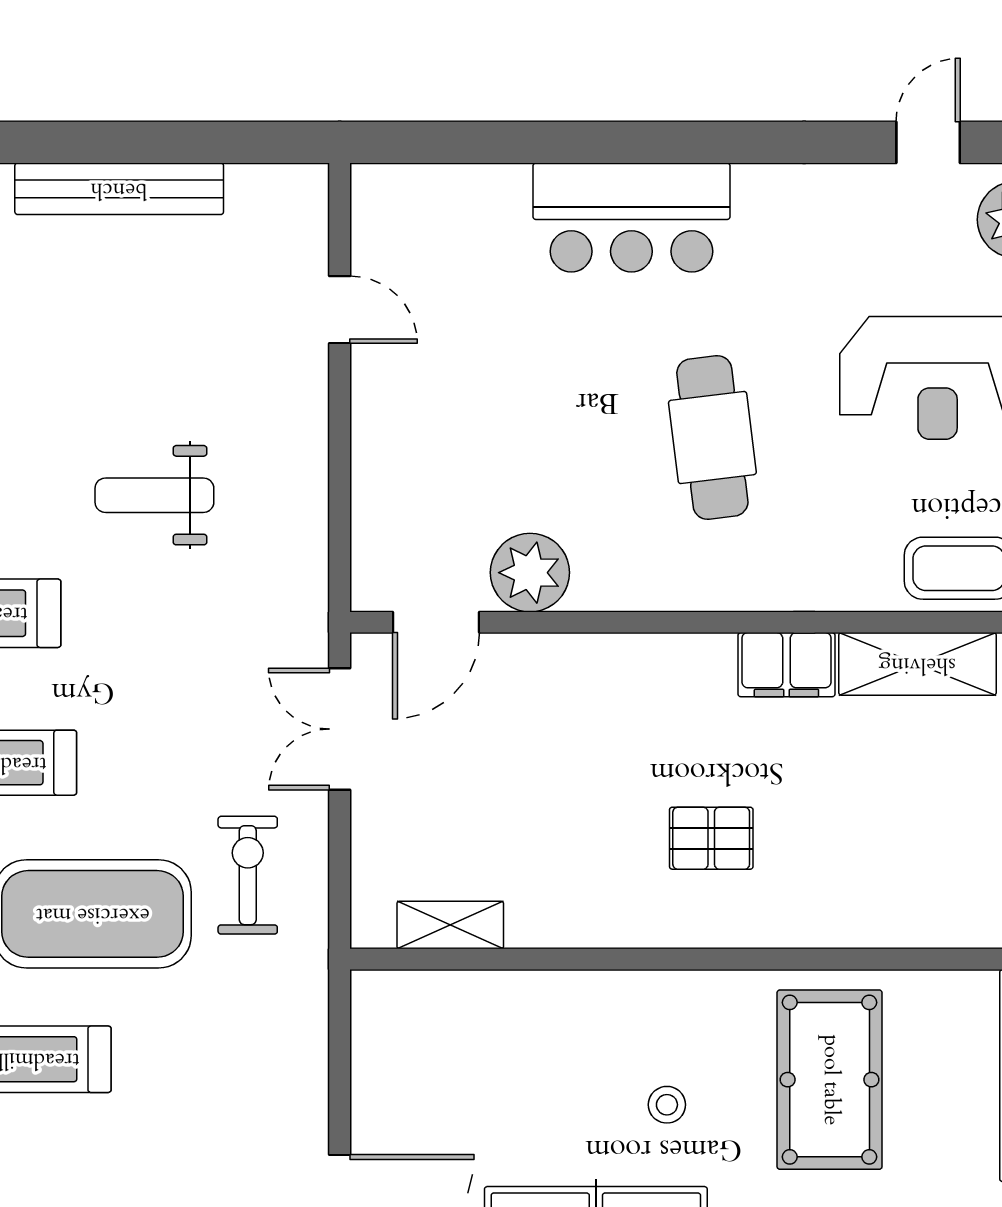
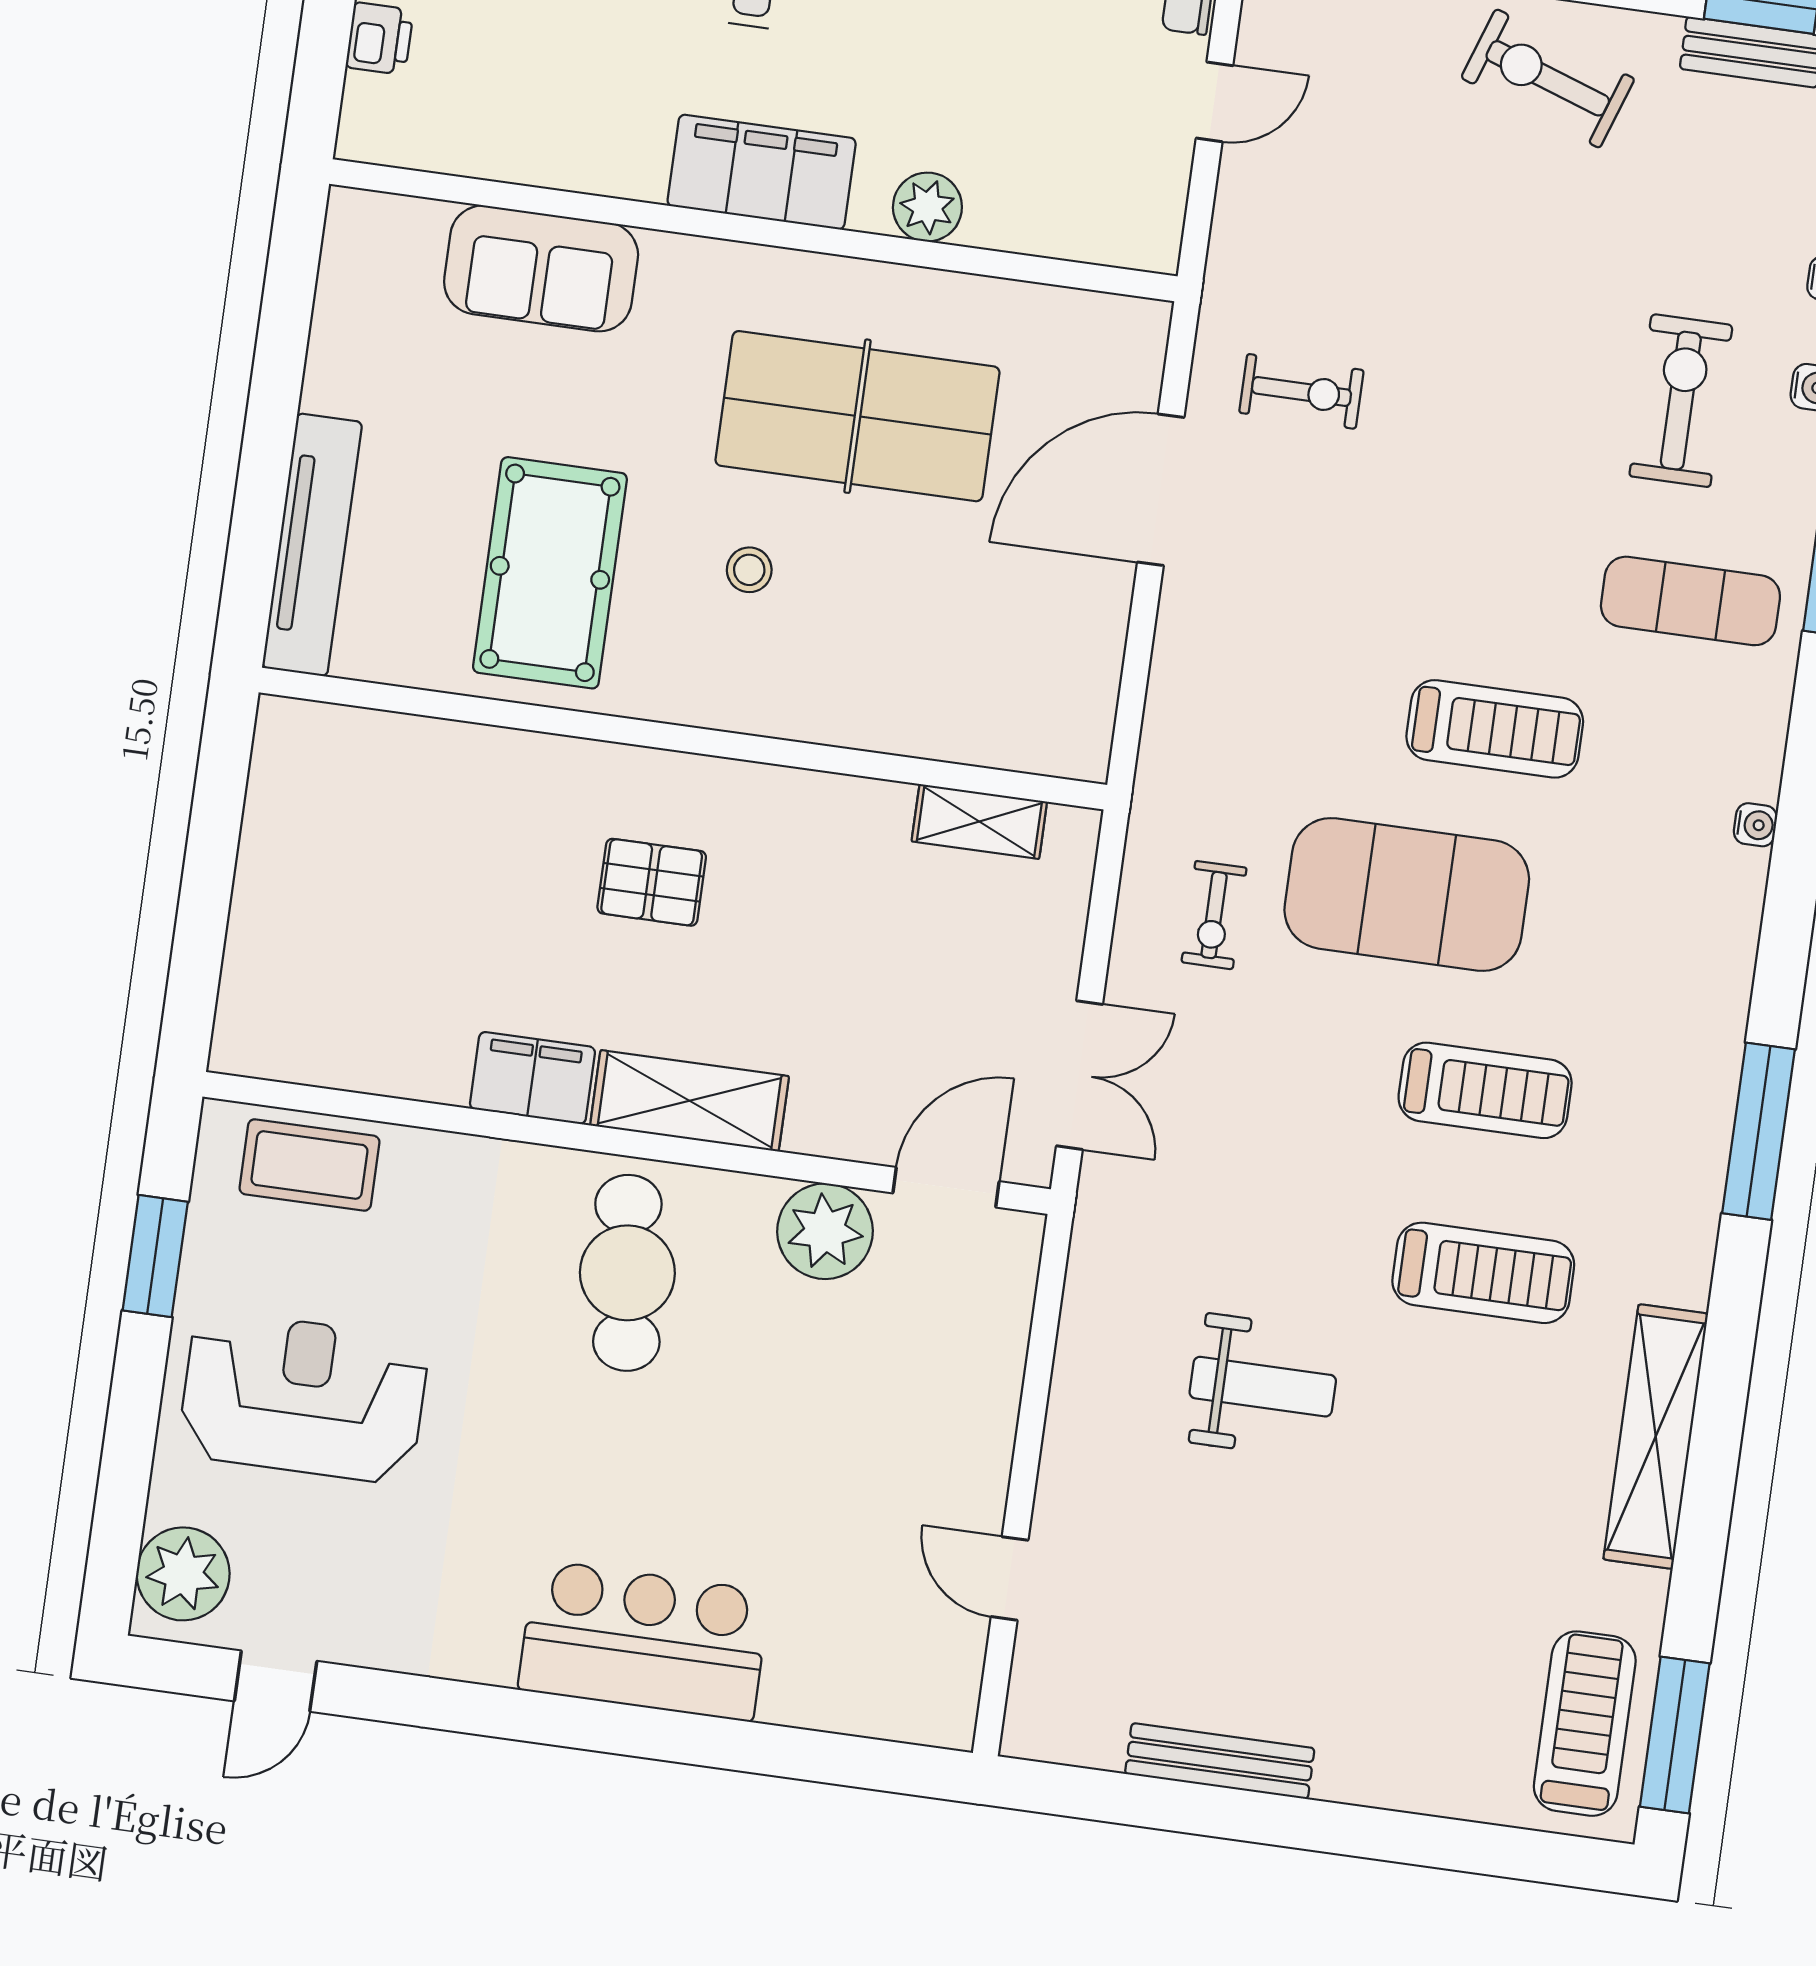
bench: (119, 189) -> (1220, 1761), width x0.73, depth x0.82
cafe table: (712, 437) -> (627, 1273), moved
shelving: (917, 664) -> (690, 1101), moved
exercise bike: (248, 875) -> (1214, 915), width x0.73, depth x0.72

